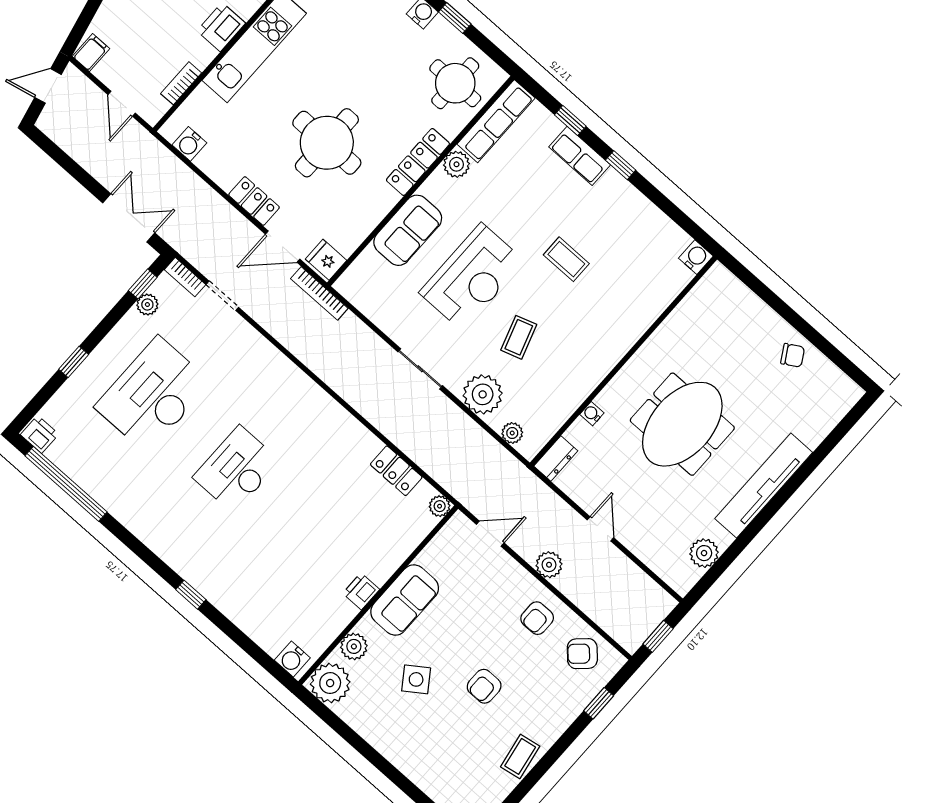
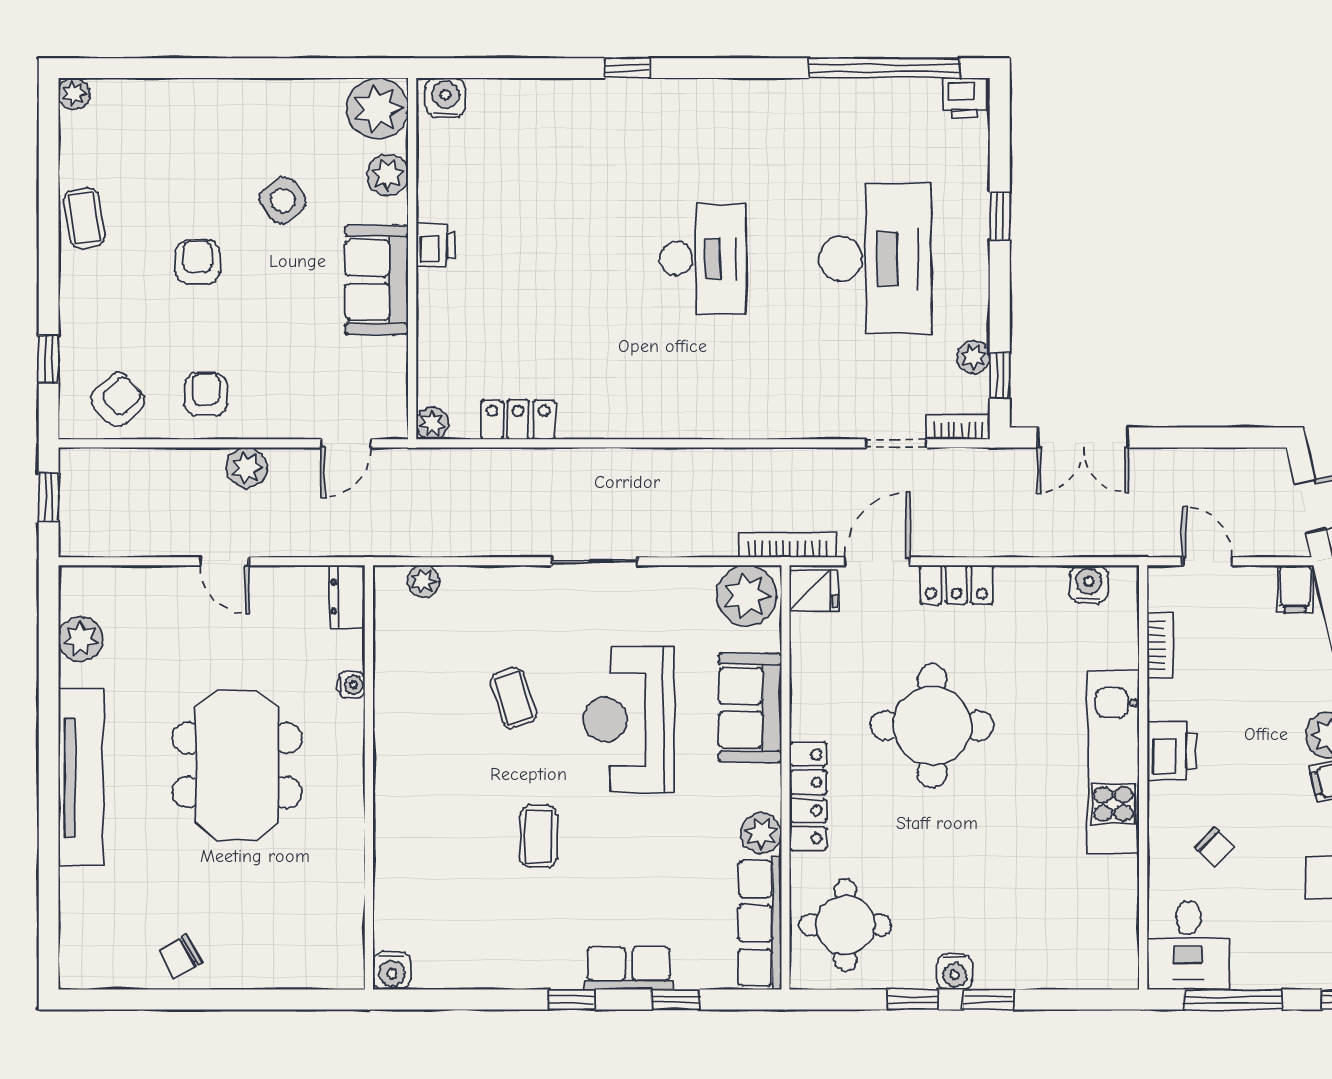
coffee table: (566, 259) -> (538, 836), turned 90
plant: (483, 394) -> (747, 596), moved

